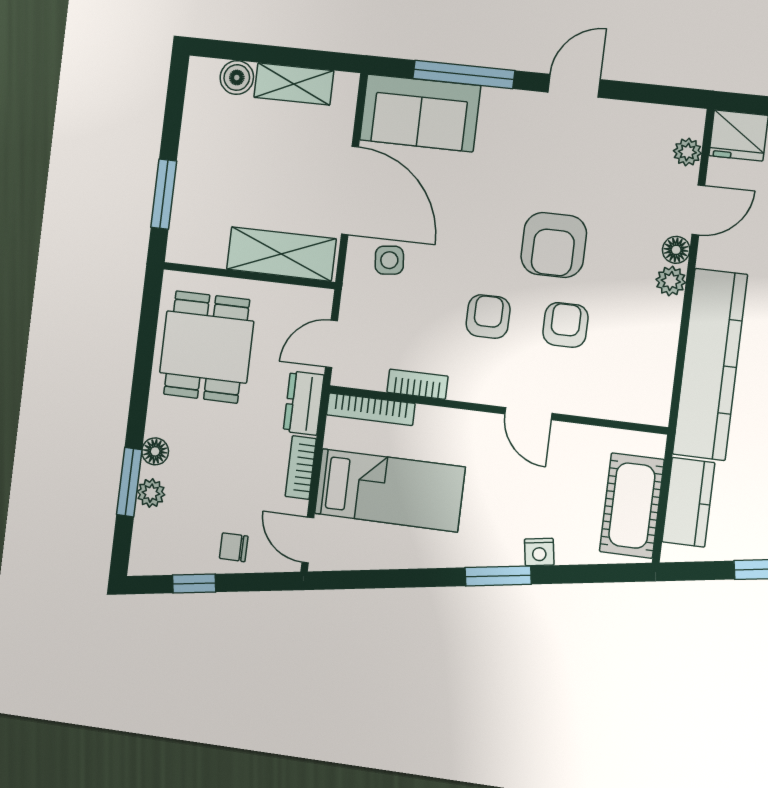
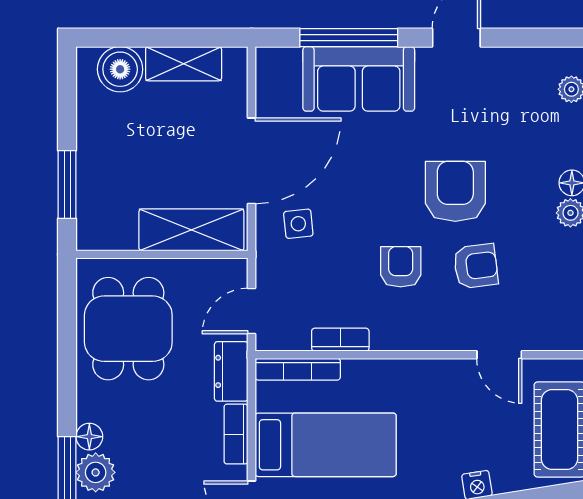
boiler: (237, 78) -> (120, 69), width x1.36, depth x1.36
sofa: (420, 113) -> (359, 79), moved
door: (350, 190) -> (252, 161), hinge flipped
armchair: (554, 245) -> (455, 191), turned 180
armchair: (565, 325) -> (476, 266), turned 83
door: (528, 414) -> (499, 355), moved
plant: (151, 493) -> (96, 472), width x1.38, depth x1.38

